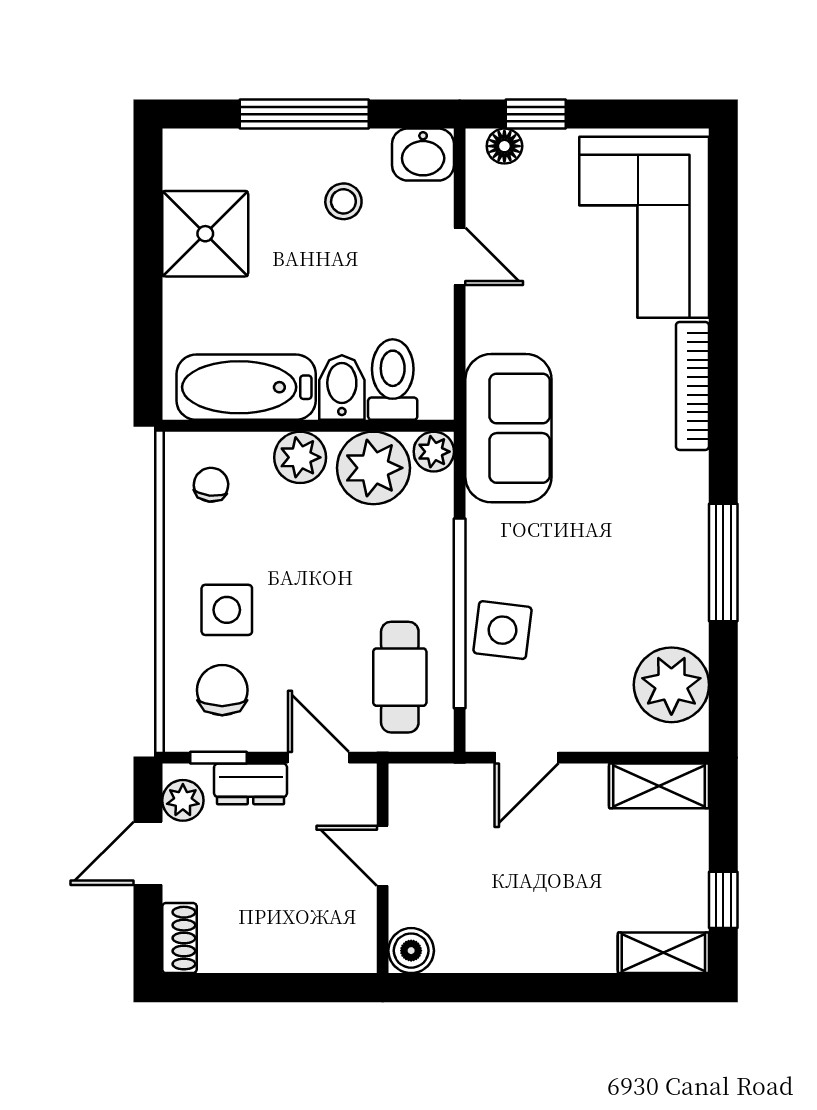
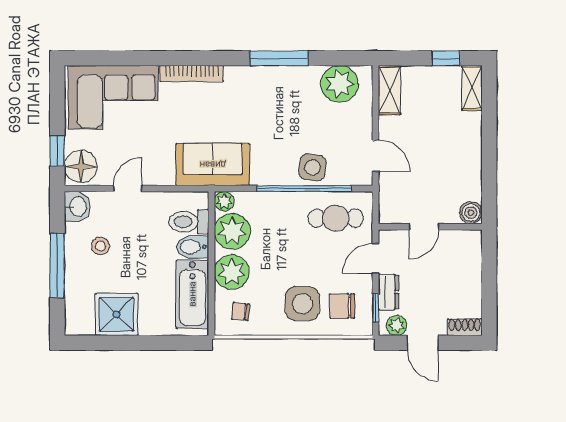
floor lamp: (504, 146) -> (81, 166), width x1.89, depth x1.89
plant: (300, 457) -> (232, 272), width x1.36, depth x1.36
side table: (227, 610) -> (302, 304), width x1.37, depth x1.37

